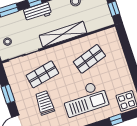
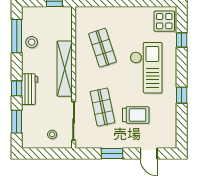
trolley: (45, 103) -> (136, 115), turned 180

